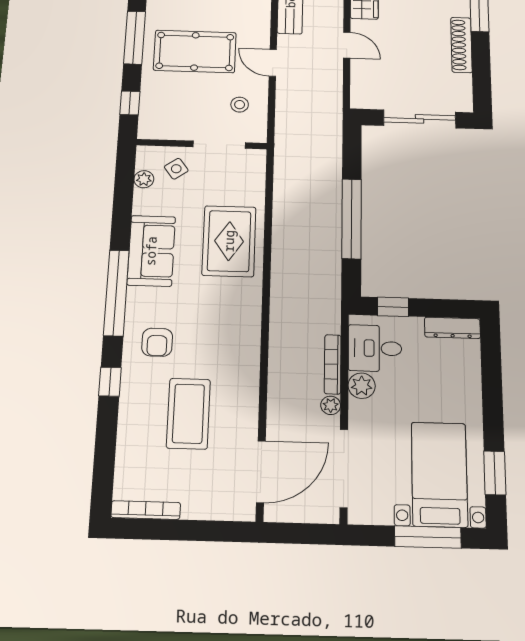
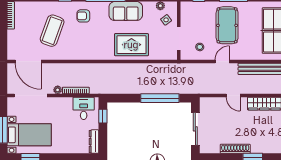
door: (347, 45) -> (233, 95), hinge flipped
window: (352, 219) -> (160, 98), moved
plant: (362, 386) -> (67, 103), removed
coffee table: (188, 414) -> (52, 31), turned -70

